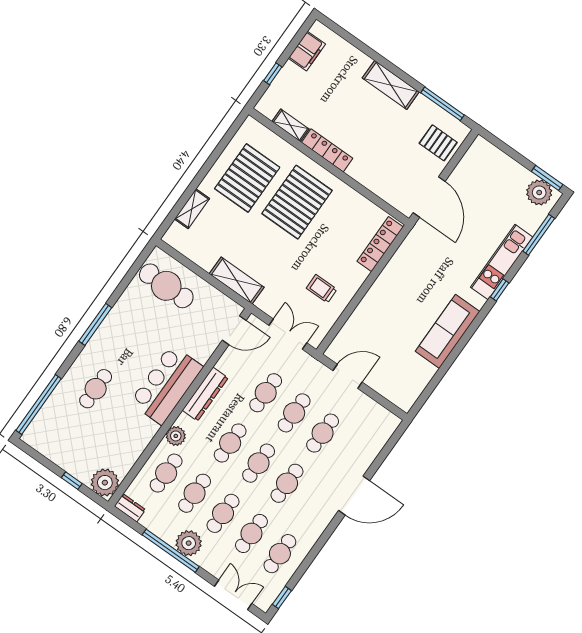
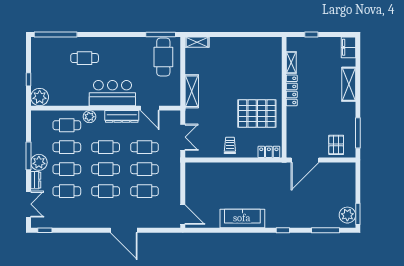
filing cabinet: (307, 51) -> (348, 47), moved, turned 90
shelving: (391, 85) -> (349, 84), moved
pallet: (247, 178) -> (248, 59), removed
pallet: (297, 202) -> (257, 114), moved
shelving: (192, 209) -> (197, 42), moved
locker: (380, 244) -> (269, 152), width x0.66
kitchen unit: (502, 262) -> (298, 221), removed
trolley: (322, 289) -> (230, 145), moved
window: (95, 324) -> (161, 34), moved
door: (234, 330) -> (150, 108), moved
door: (348, 376) -> (183, 215), moved
dresser: (130, 508) -> (36, 180), moved
window: (171, 551) -> (28, 156), width x0.68
cafe table: (280, 554) -> (67, 213), removed

